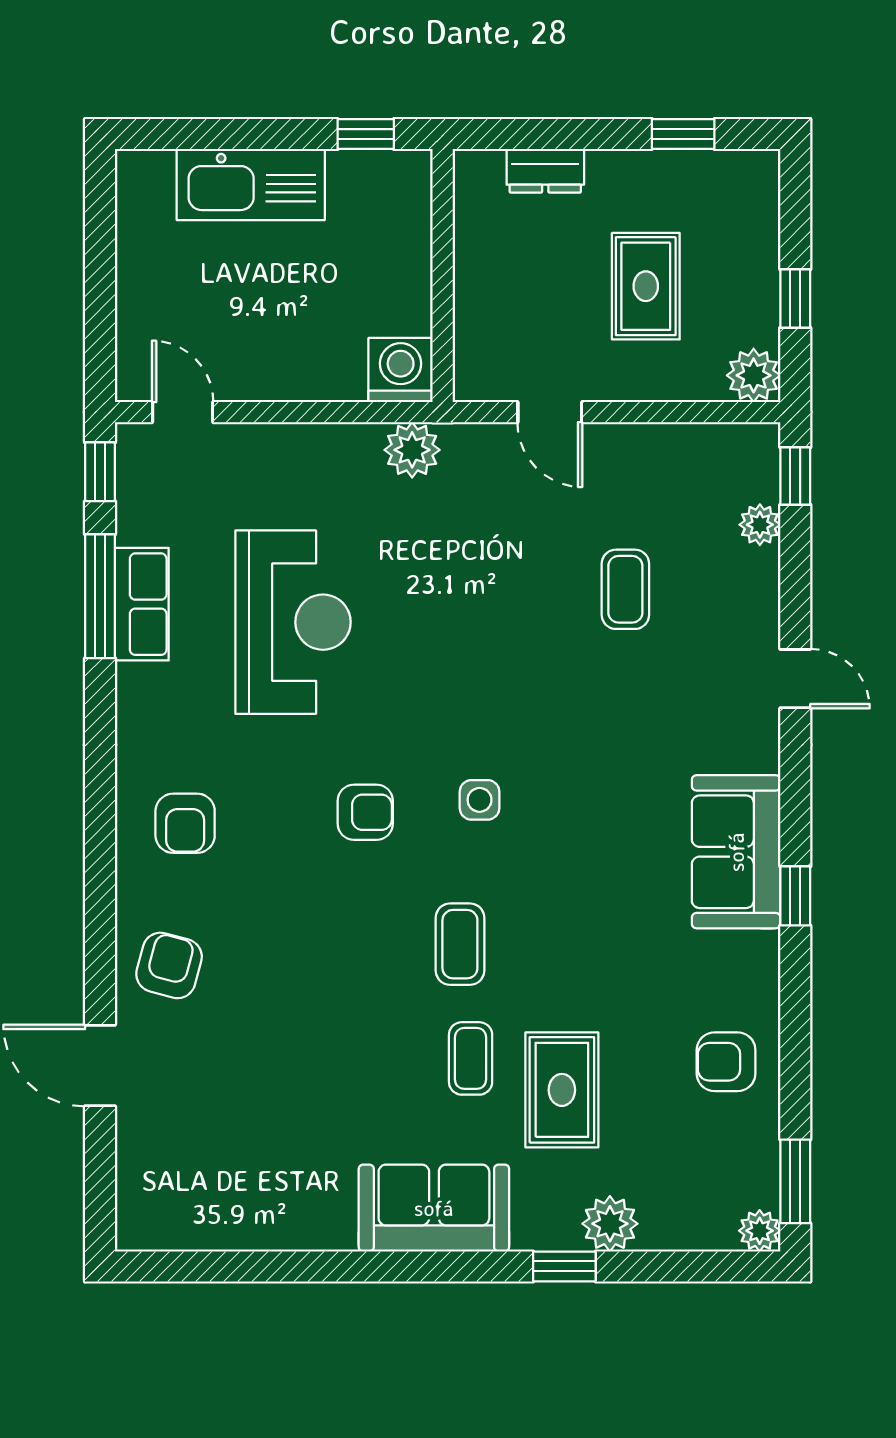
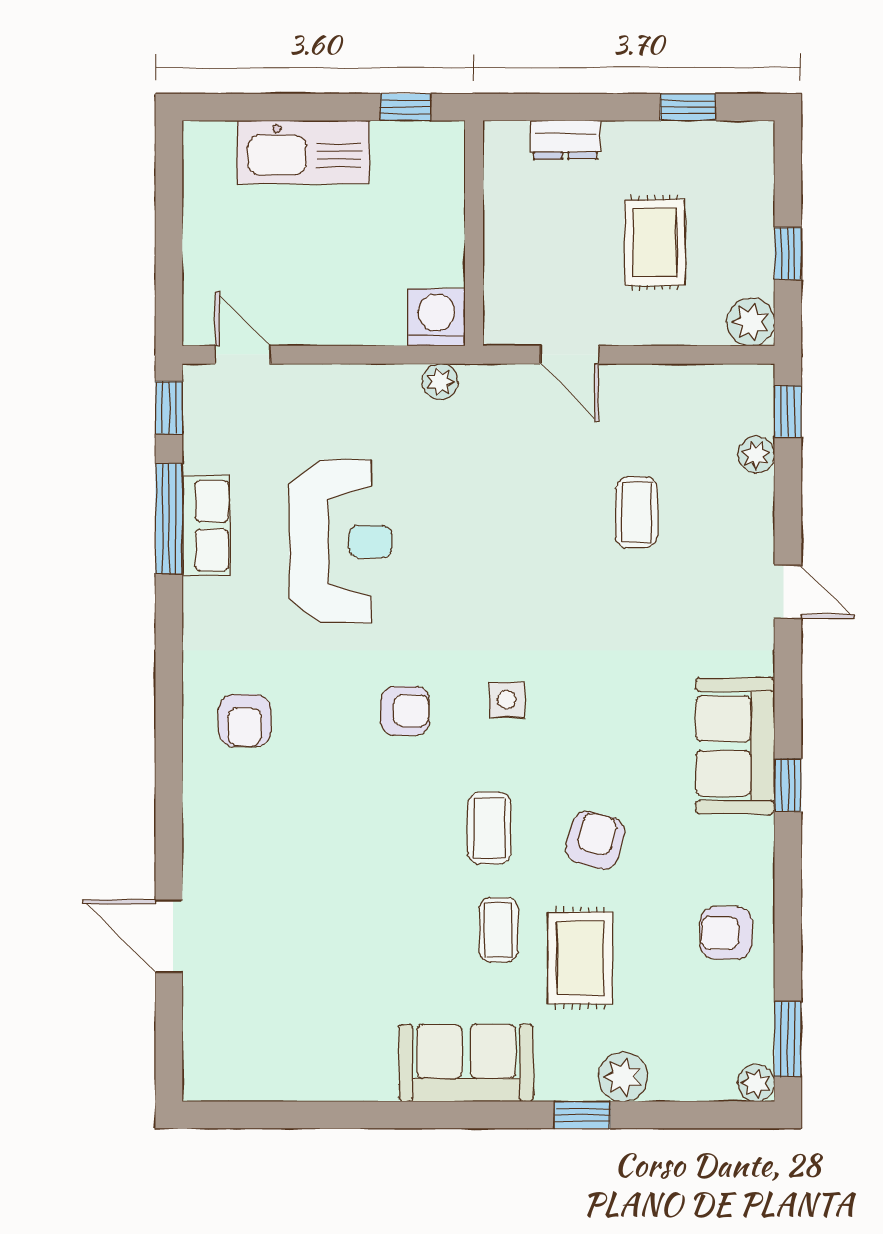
plant: (412, 450) -> (440, 381), width x0.73, depth x0.73
armchair: (169, 965) -> (595, 840), moved

